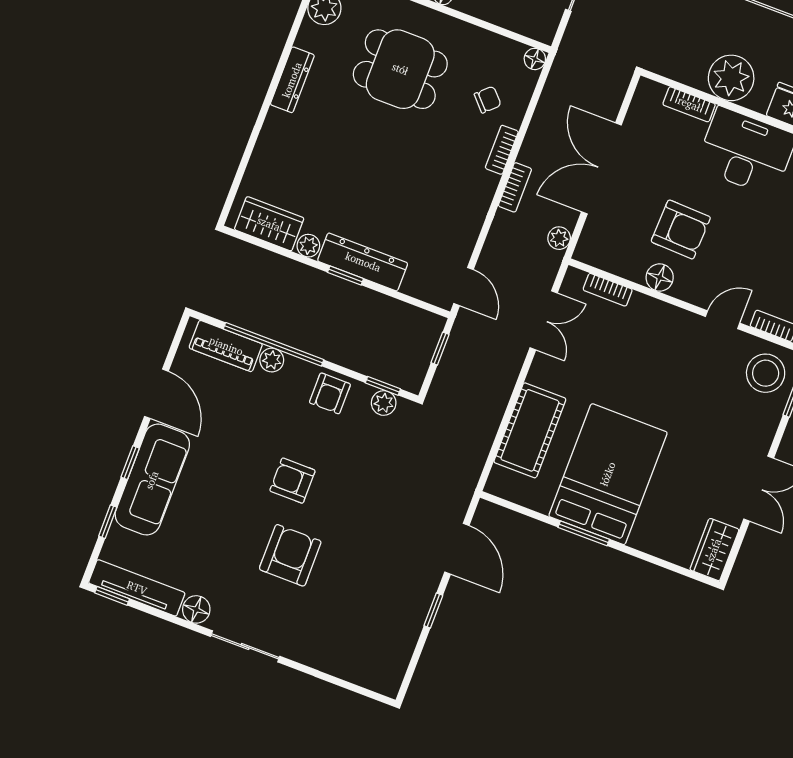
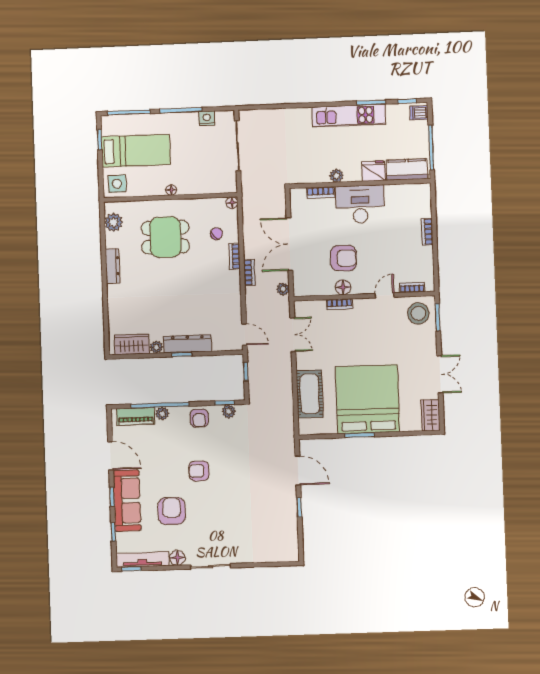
plant: (731, 78) -> (337, 176), width x0.53, depth x0.53
bookcase: (608, 290) -> (339, 304), moved
bed: (608, 474) -> (368, 399), width x1.36
armchair: (290, 555) -> (172, 511), moved

